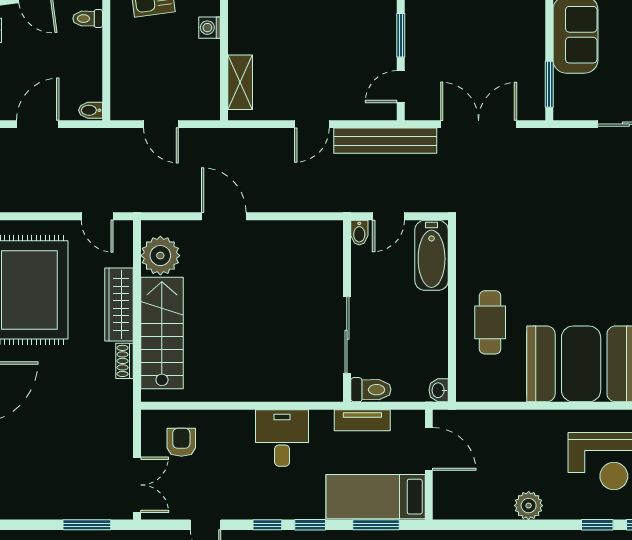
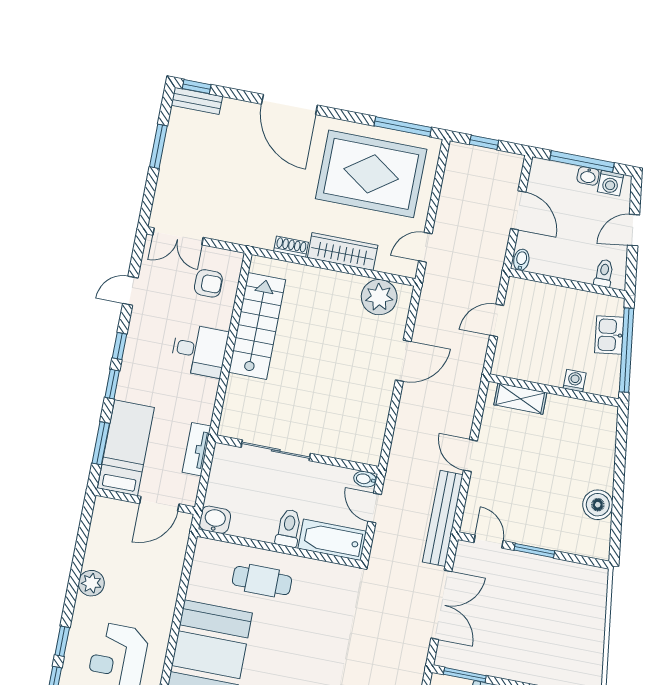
stairs: (162, 333) -> (257, 326), moved, turned -90
toilet: (371, 390) -> (289, 528), moved, turned 180
washbasin: (439, 390) -> (215, 520), width x1.38, depth x1.45
desk: (282, 438) -> (199, 350), moved
window: (87, 525) -> (158, 146), moved

